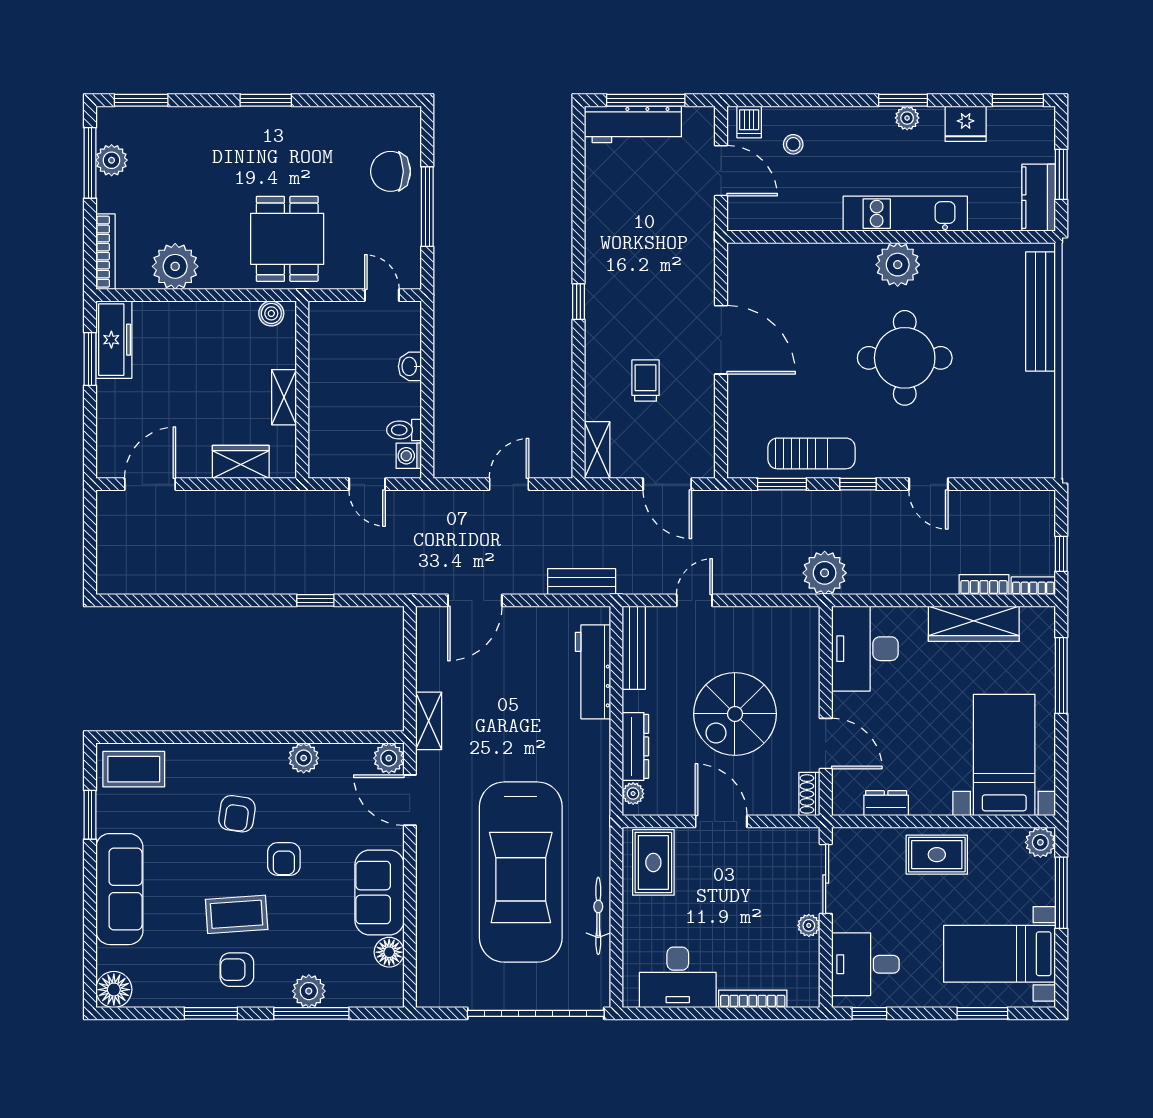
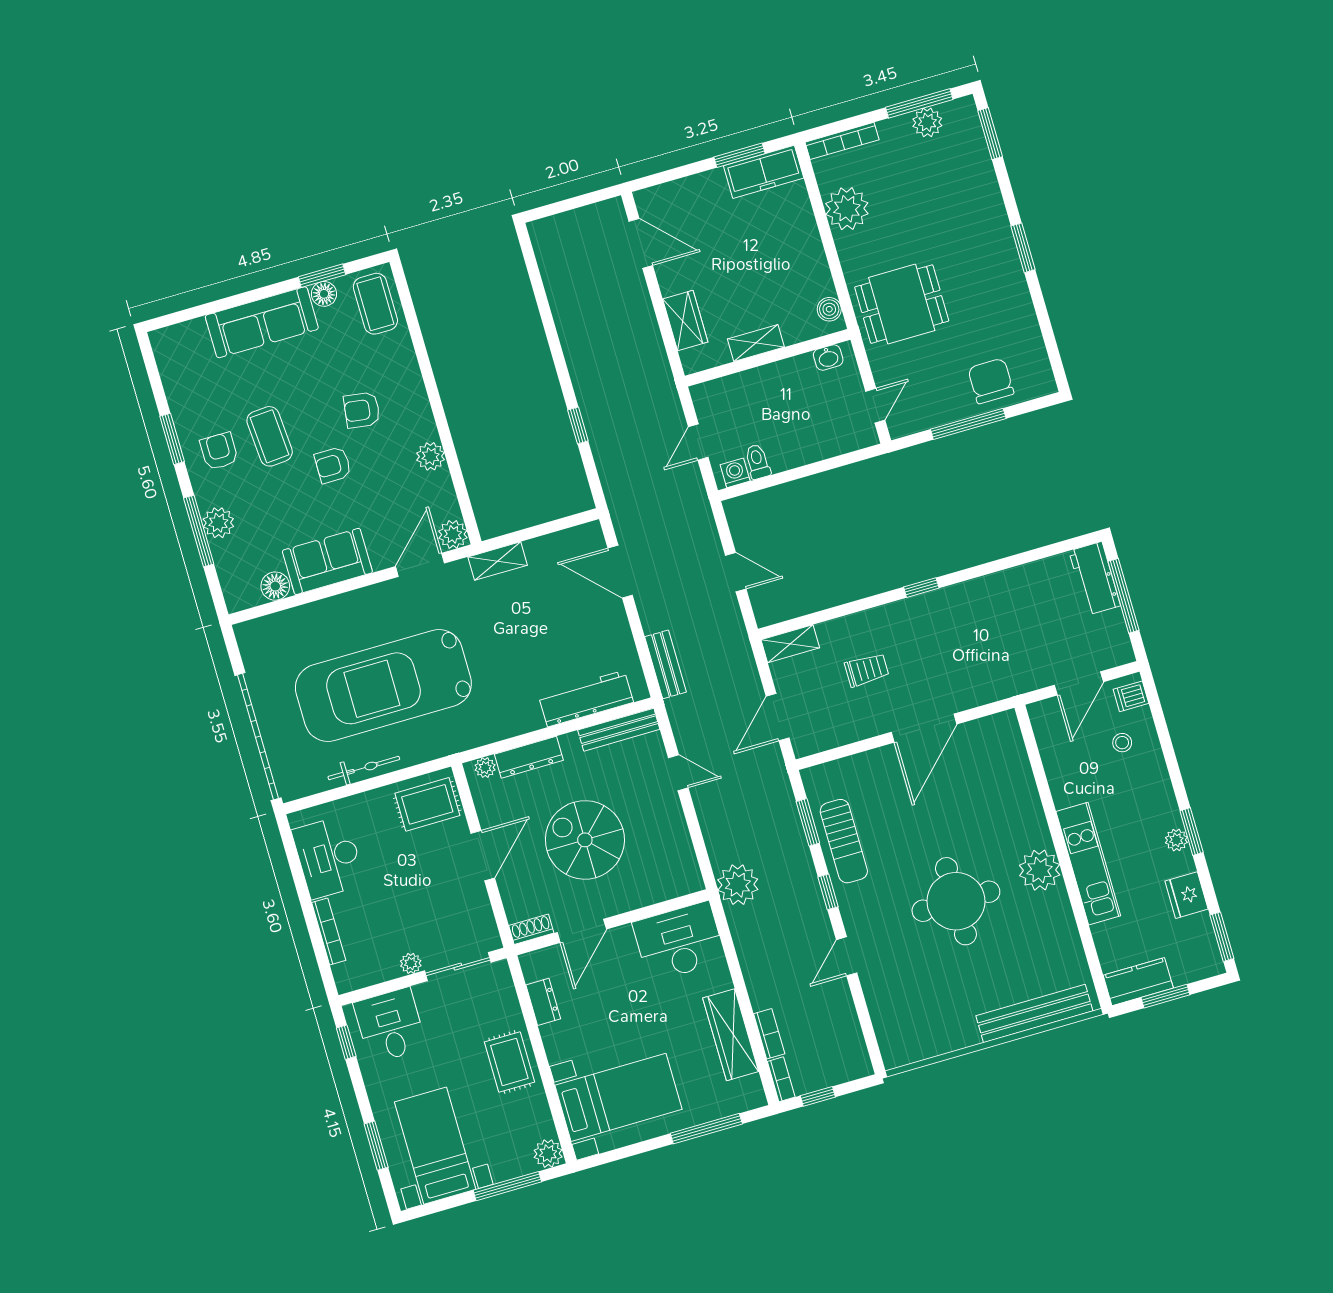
workbench: (633, 124) -> (1095, 578), width x0.73
washbasin: (410, 366) -> (828, 358), moved, turned 180
floor lamp: (114, 990) -> (324, 294), moved, width x0.73, depth x0.73

